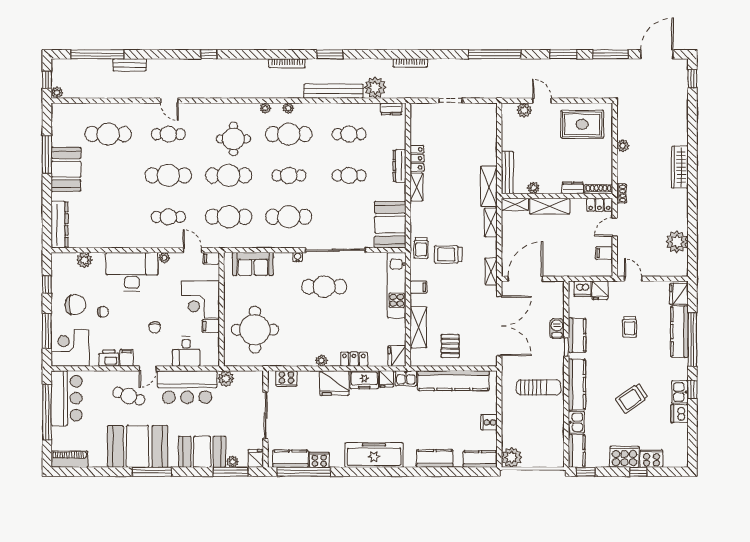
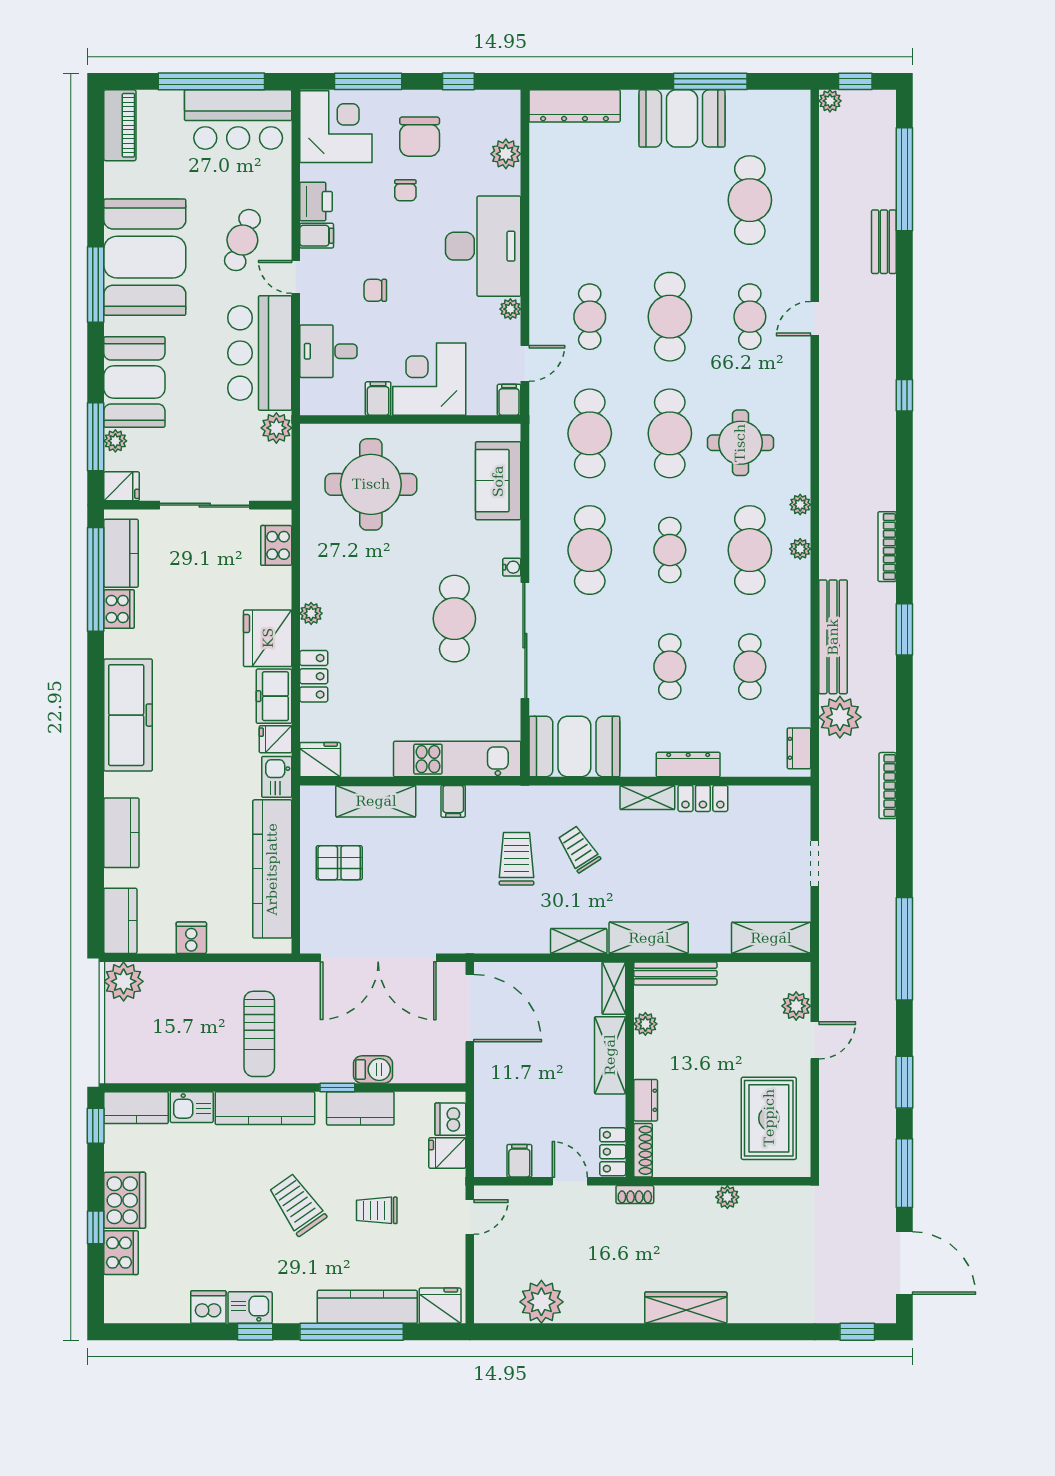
trolley: (421, 248) -> (579, 849), moved, turned 57
shelving: (491, 271) -> (771, 938), moved, width x1.50, depth x1.33
trolley: (632, 398) -> (297, 1205), moved

